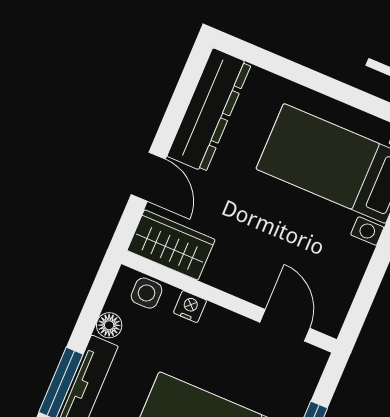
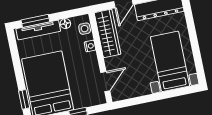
wardrobe: (171, 245) -> (108, 33), width x1.50

